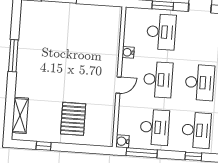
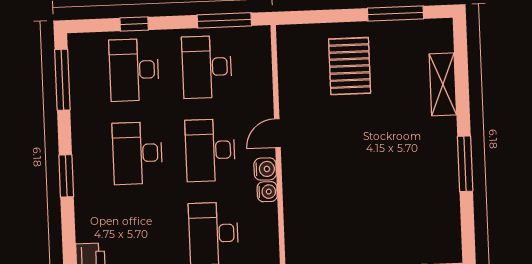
shelving: (20, 115) -> (443, 84), moved
water cooler: (122, 141) -> (265, 169), moved
window: (44, 146) -> (396, 13), width x2.17

